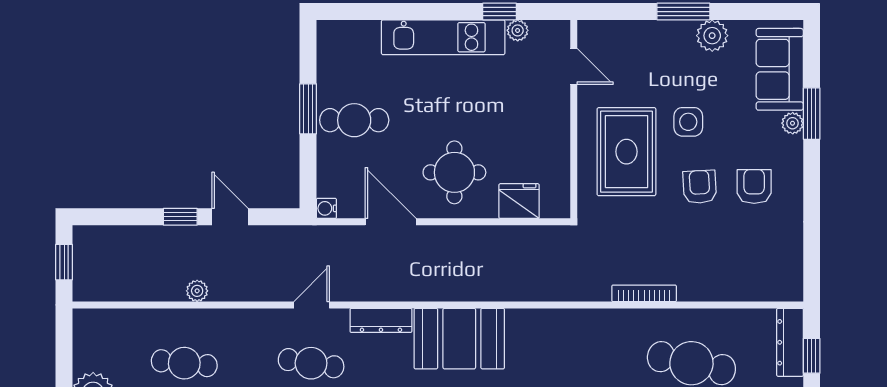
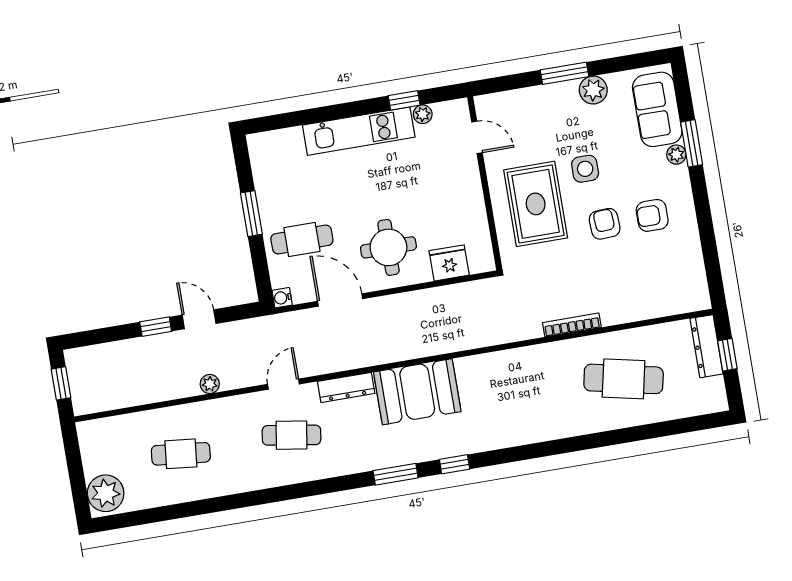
cafe table: (354, 120) -> (302, 240), moved
armchair: (754, 186) -> (652, 215), turned -90
plant: (197, 291) -> (210, 384), moved

